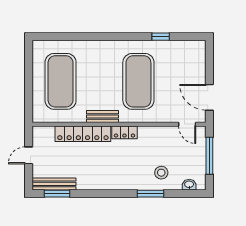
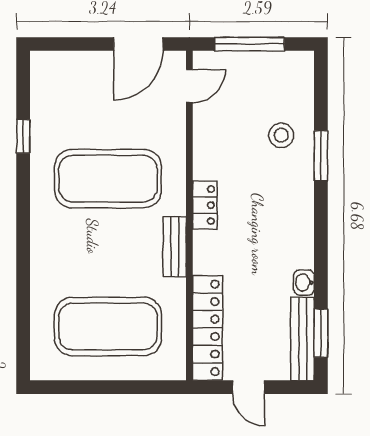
locker: (83, 134) -> (207, 328), moved
washbasin: (189, 185) -> (304, 283), moved

